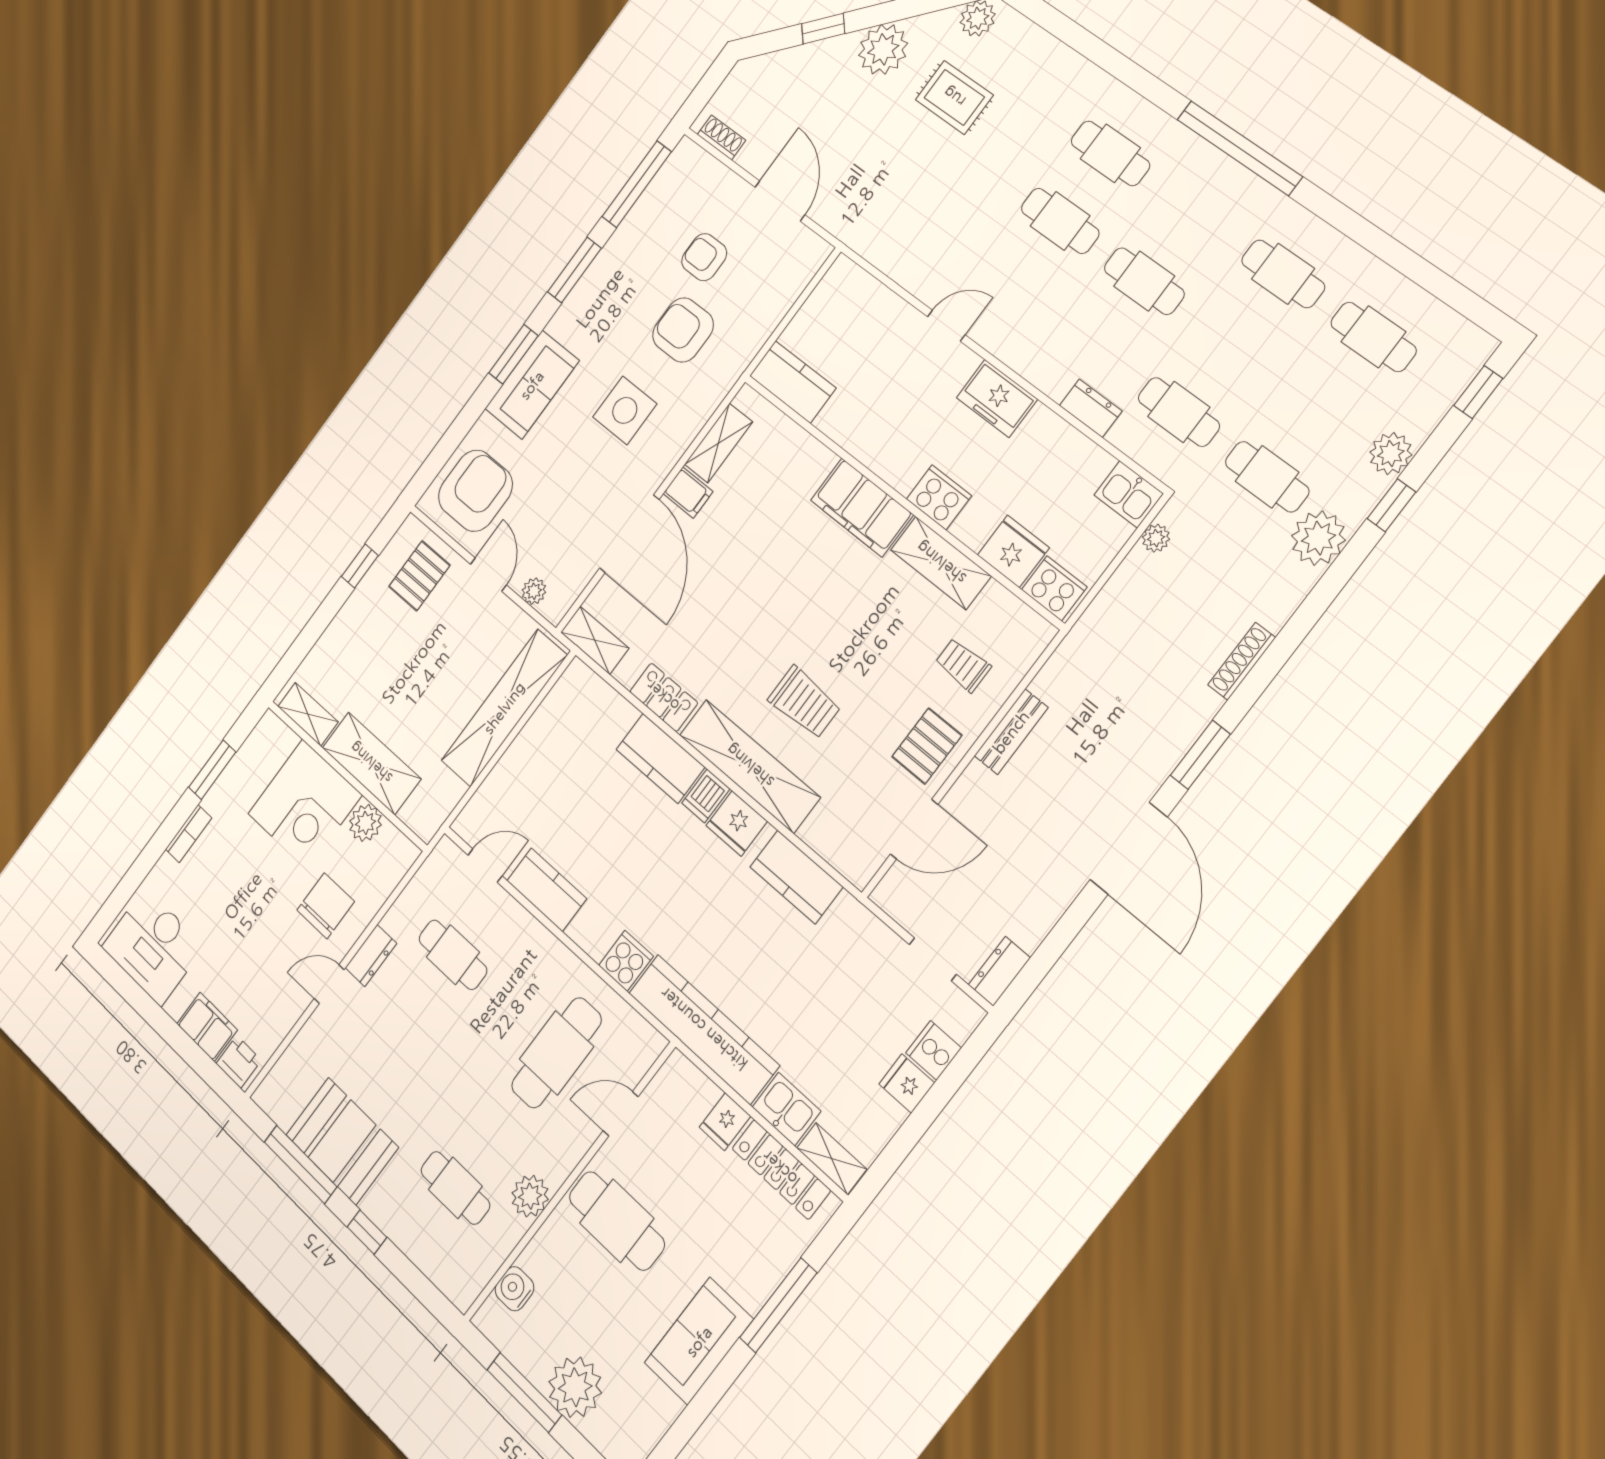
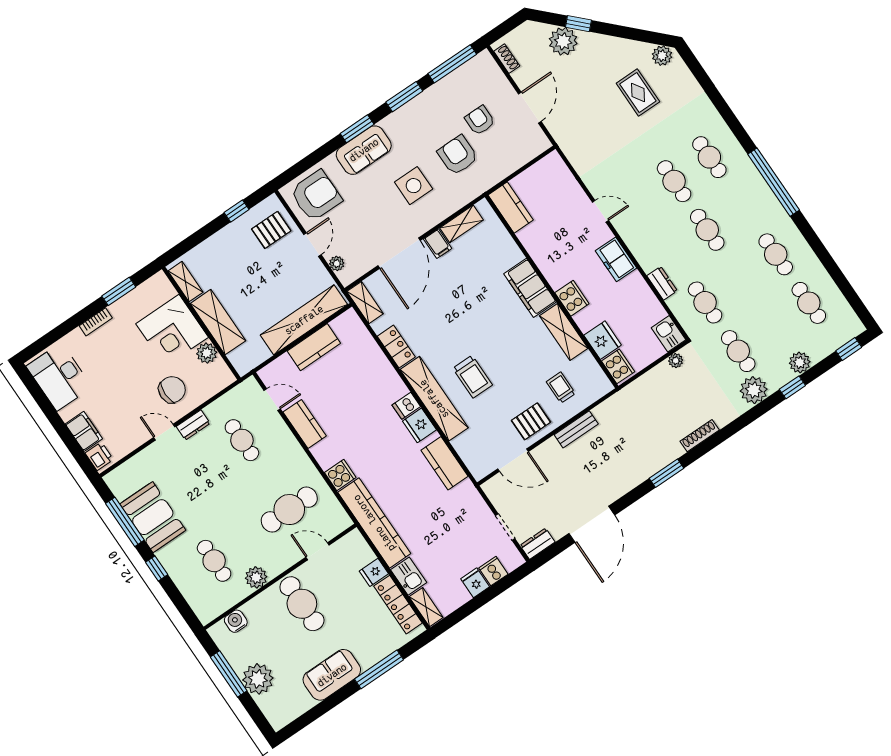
plant: (883, 49) -> (563, 41), moved
kitchen counter: (660, 758) -> (314, 347), moved, turned -90
door: (1129, 848) -> (592, 524), moved

